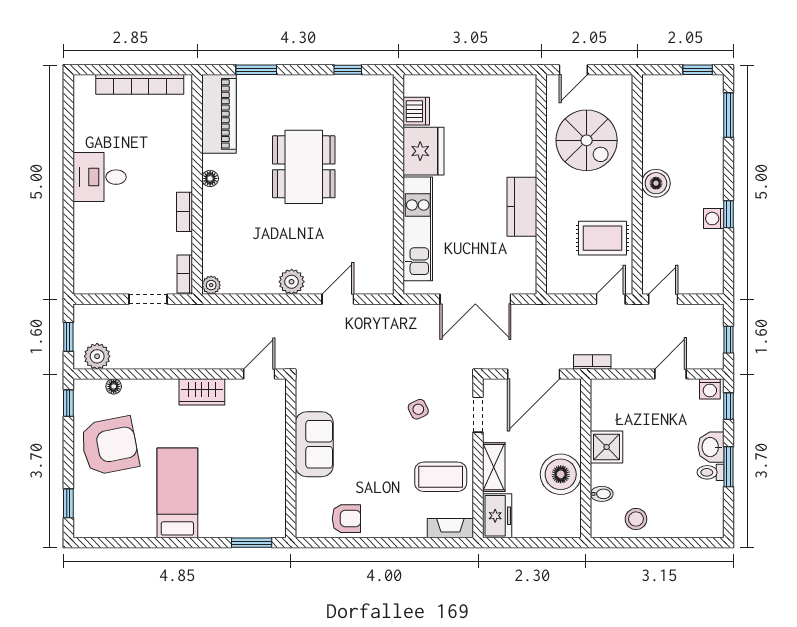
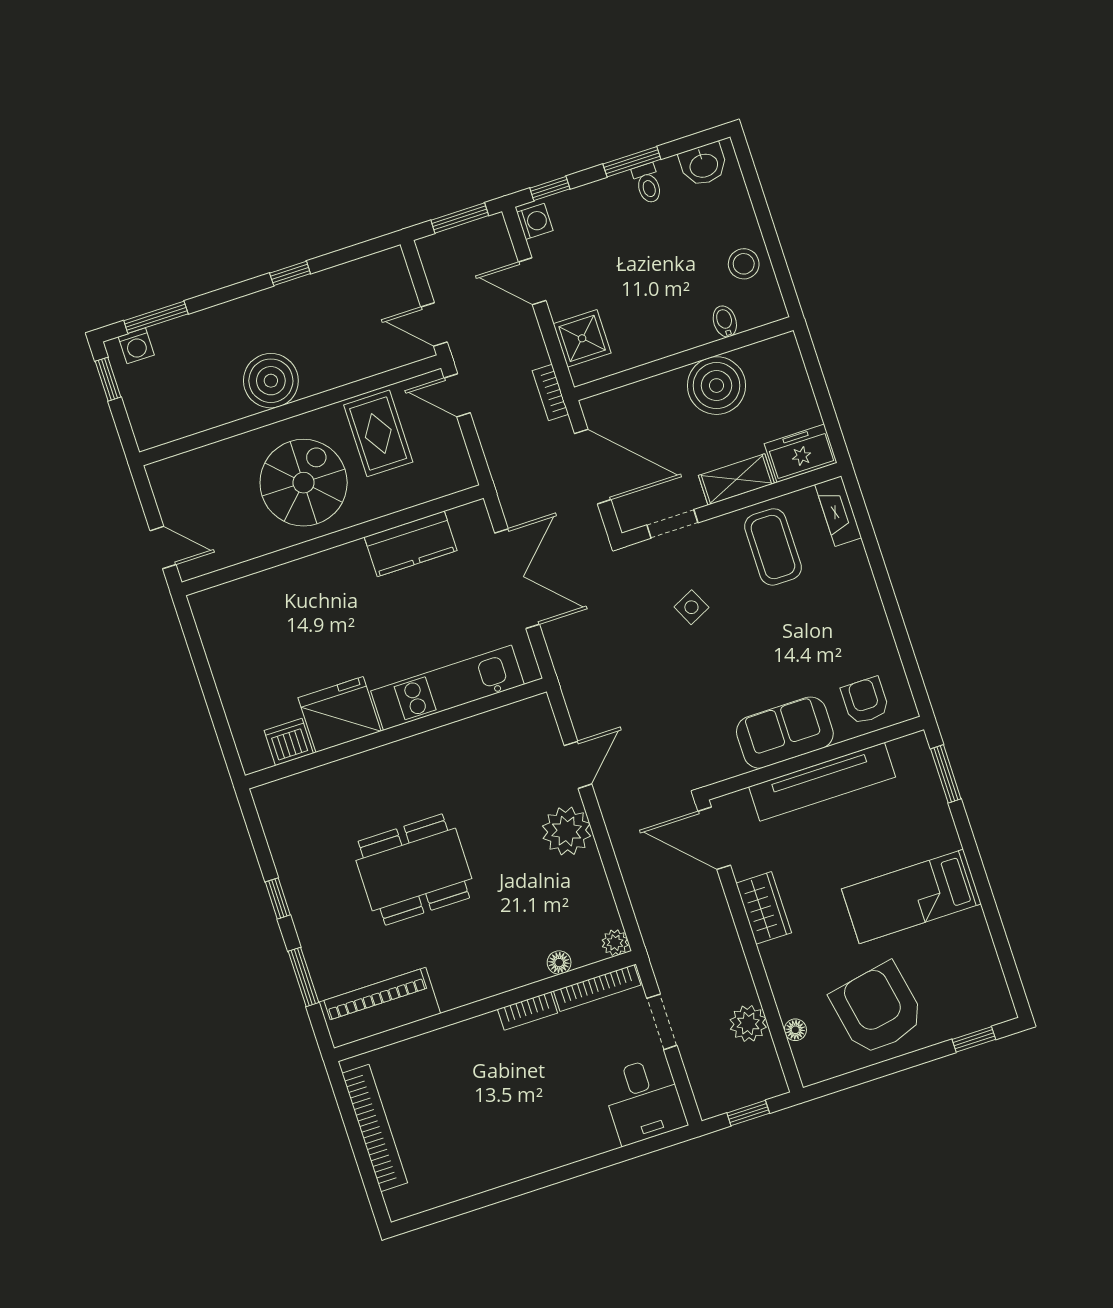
window: (348, 70) -> (278, 898), moved
spiral stairs: (587, 140) -> (304, 483), moved
desk: (100, 177) -> (644, 1100), moved
floor lamp: (210, 178) -> (559, 963), moved
boiler: (656, 183) -> (271, 381), width x1.37, depth x1.37
kitchen counter: (522, 207) -> (411, 544), moved
washing machine: (714, 219) -> (136, 346), moved
bookcase: (185, 274) -> (597, 988), width x1.56
plant: (292, 282) -> (567, 831), width x1.36, depth x1.36
door: (338, 299) -> (578, 765), swing flipped
window: (729, 340) -> (460, 218), width x1.50
plant: (97, 356) -> (748, 1024), moved
door: (259, 374) -> (714, 838), width x1.38
window: (68, 403) -> (838, 1084), removed
shower: (607, 447) -> (582, 338), moved
washbasin: (711, 447) -> (703, 165), moved
tv unit: (273, 458) -> (822, 782), added
armchair: (346, 519) -> (865, 701), moved

